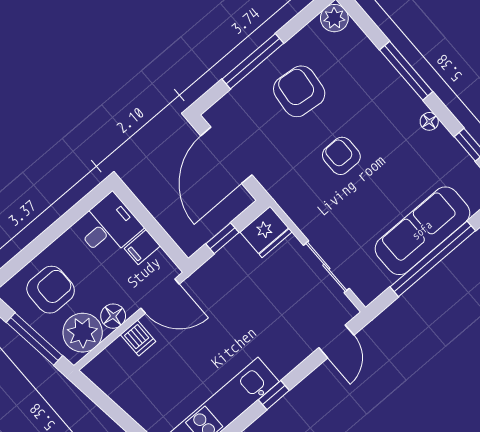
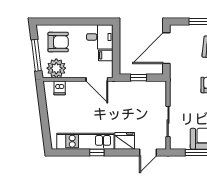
fridge: (266, 232) -> (125, 141), moved, turned 180
floor lamp: (113, 316) -> (73, 72), removed
dishwasher: (138, 338) -> (60, 88), moved
window: (274, 395) -> (97, 152), moved

